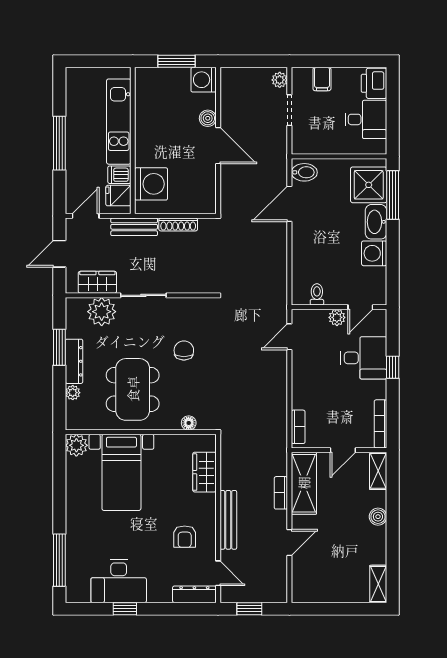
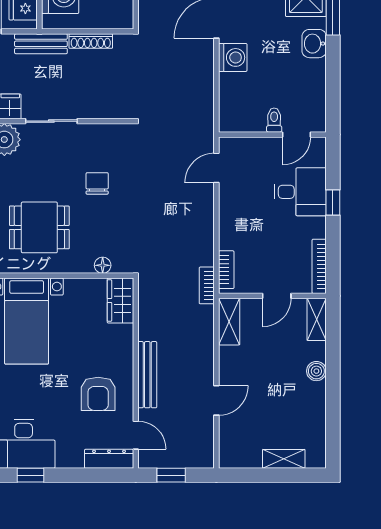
washbasin: (376, 222) -> (314, 44), width x0.72
washing machine: (374, 253) -> (233, 57), moved, turned 180
toilet: (317, 294) -> (274, 120), moved
plant: (337, 317) -> (270, 146), removed
dining table: (133, 389) -> (39, 227), width x0.73
wardrobe: (204, 472) -> (120, 301), moved
shelving: (304, 483) -> (229, 322), width x0.67, depth x0.75
bookcase: (281, 493) -> (207, 285), moved
armchair: (185, 537) -> (98, 394), width x1.38, depth x1.38
shelving: (378, 584) -> (284, 459), moved, turned 90

